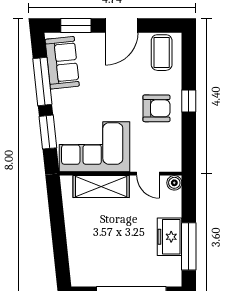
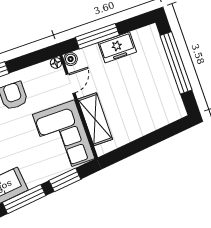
floor lamp: (176, 166) -> (56, 63), added
window: (189, 246) -> (97, 36), moved

